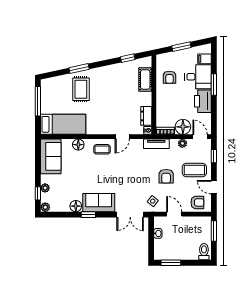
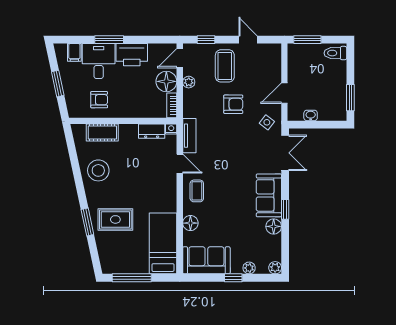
window: (128, 58) -> (73, 156), removed
stool: (117, 77) -> (98, 170), added
tv unit: (156, 144) -> (189, 136), moved
door: (214, 187) -> (248, 40), swing flipped
window: (38, 193) -> (233, 278), moved
armchair: (197, 202) -> (269, 62), removed

